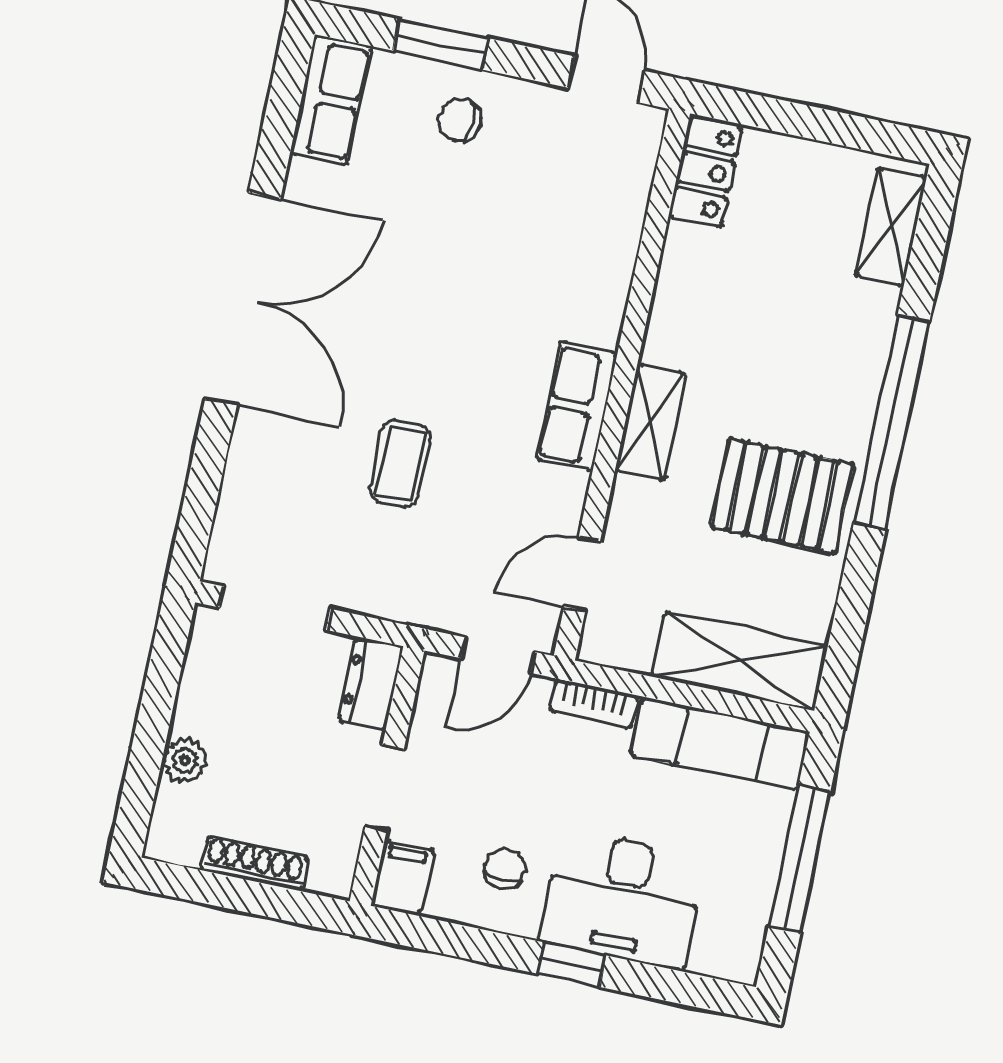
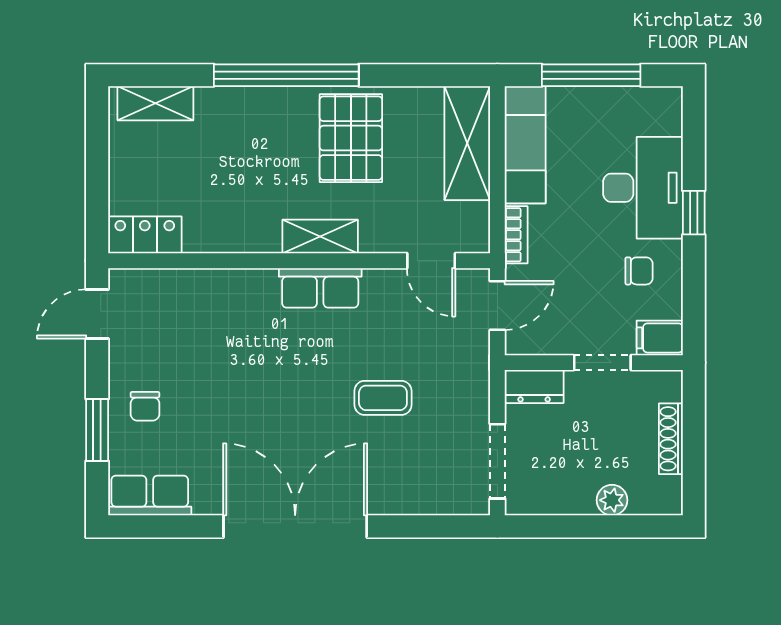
door: (498, 655) -> (497, 306), hinge flipped
chair: (505, 868) -> (639, 271), turned 180

